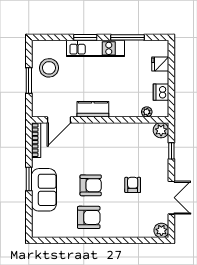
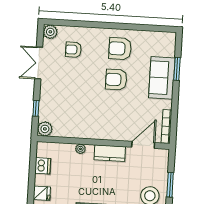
plant: (147, 112) -> (80, 149), moved
window: (29, 179) -> (177, 69), moved
armchair: (133, 185) -> (73, 50), moved, turned 90

